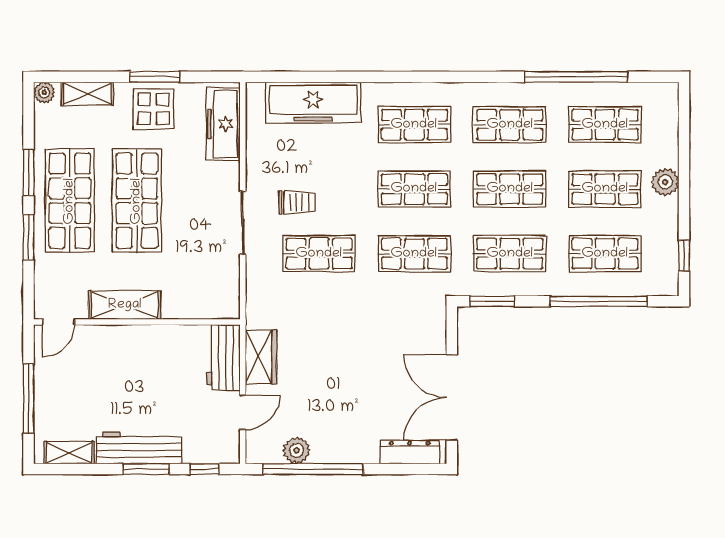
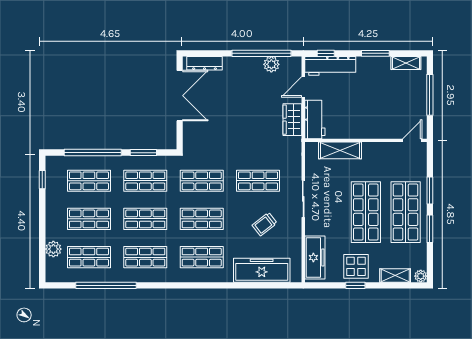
window: (155, 77) -> (355, 285), width x0.67
plant: (665, 182) -> (53, 249), moved
trolley: (297, 202) -> (265, 224), moved, turned -38
window: (492, 301) -> (143, 153), moved
shelving: (125, 305) -> (340, 150), moved
workbench: (139, 448) -> (330, 66), moved
window: (146, 469) -> (375, 53), moved

